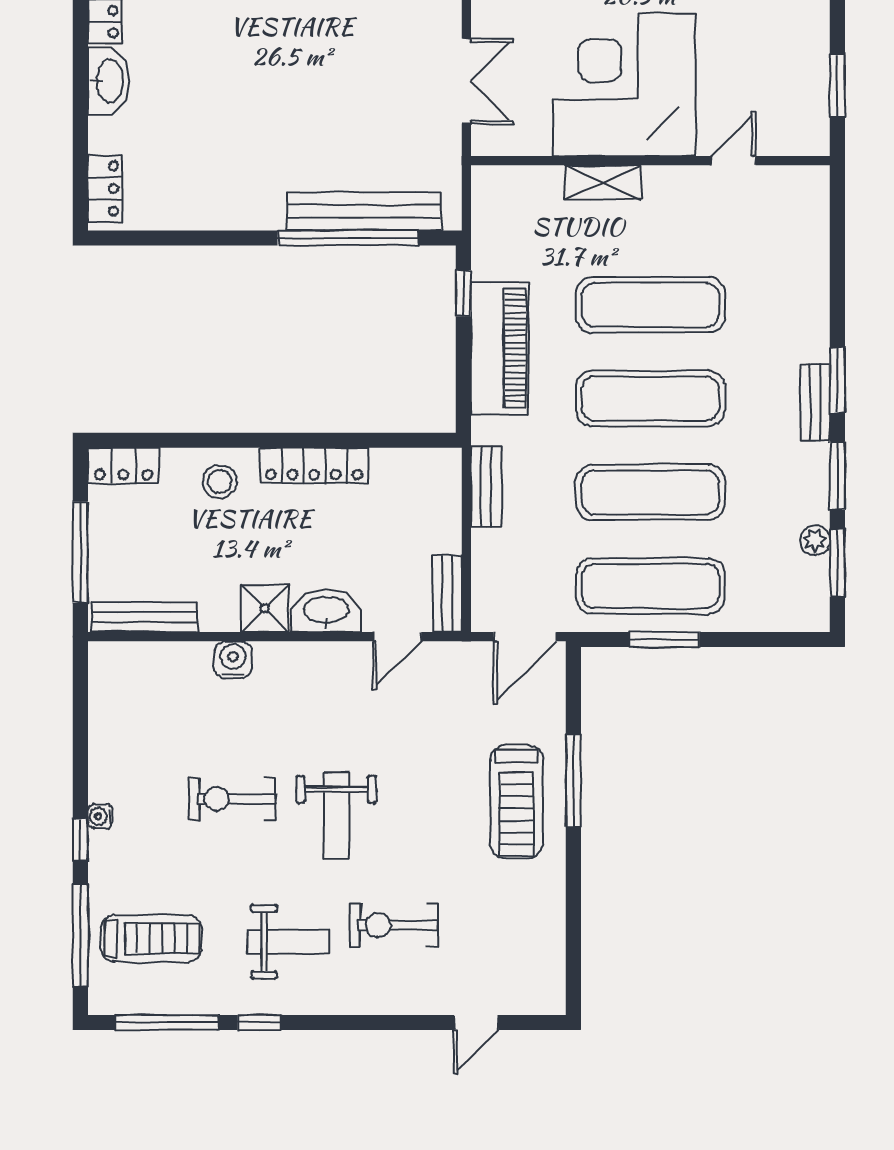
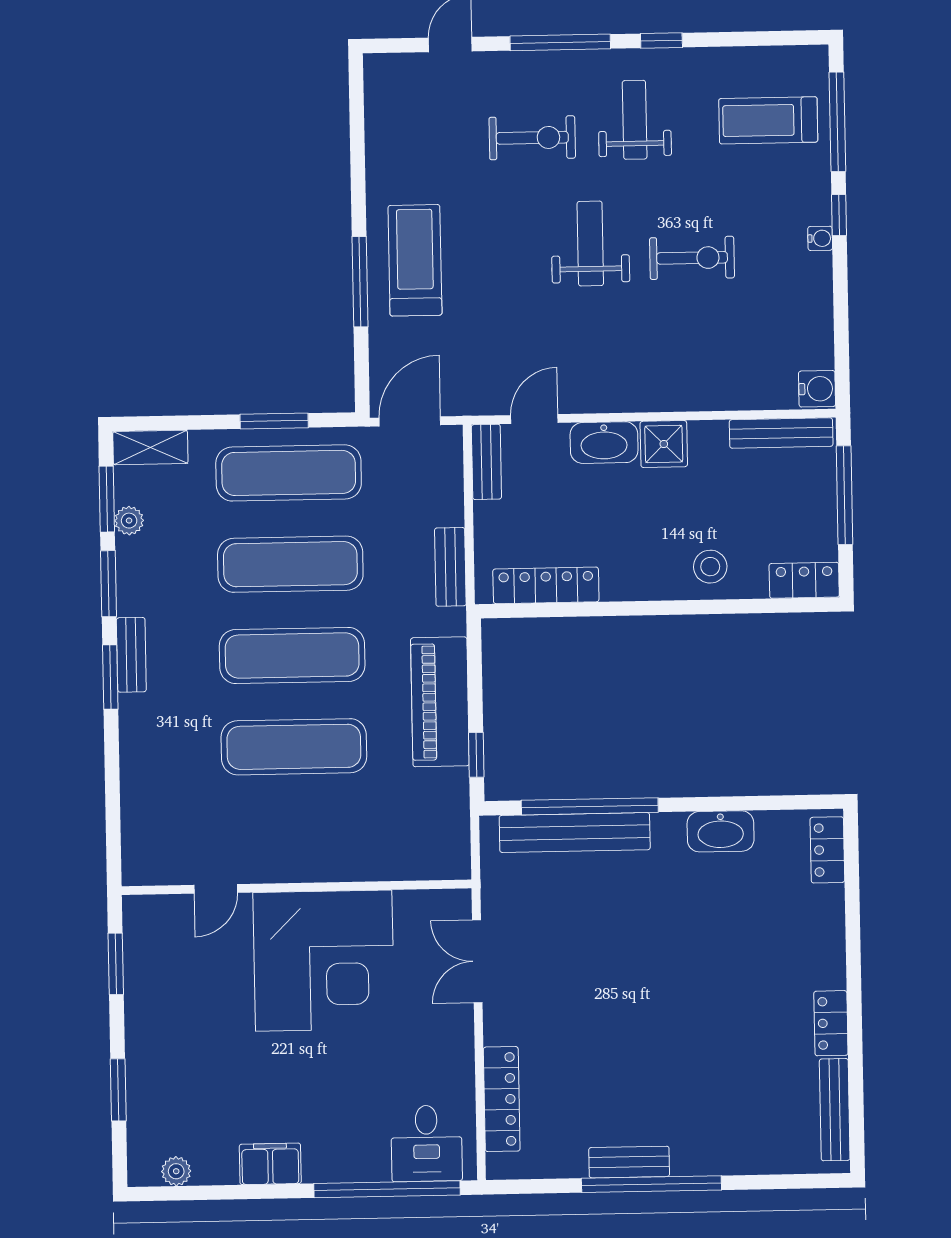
washbasin: (109, 81) -> (721, 831), moved, turned -90
shelving: (603, 182) -> (150, 447), moved
locker: (314, 466) -> (546, 585), moved
water cooler: (233, 660) -> (817, 389), moved, turned -90
weight bench: (288, 942) -> (635, 120), turned 90
window: (167, 1023) -> (560, 42), moved

